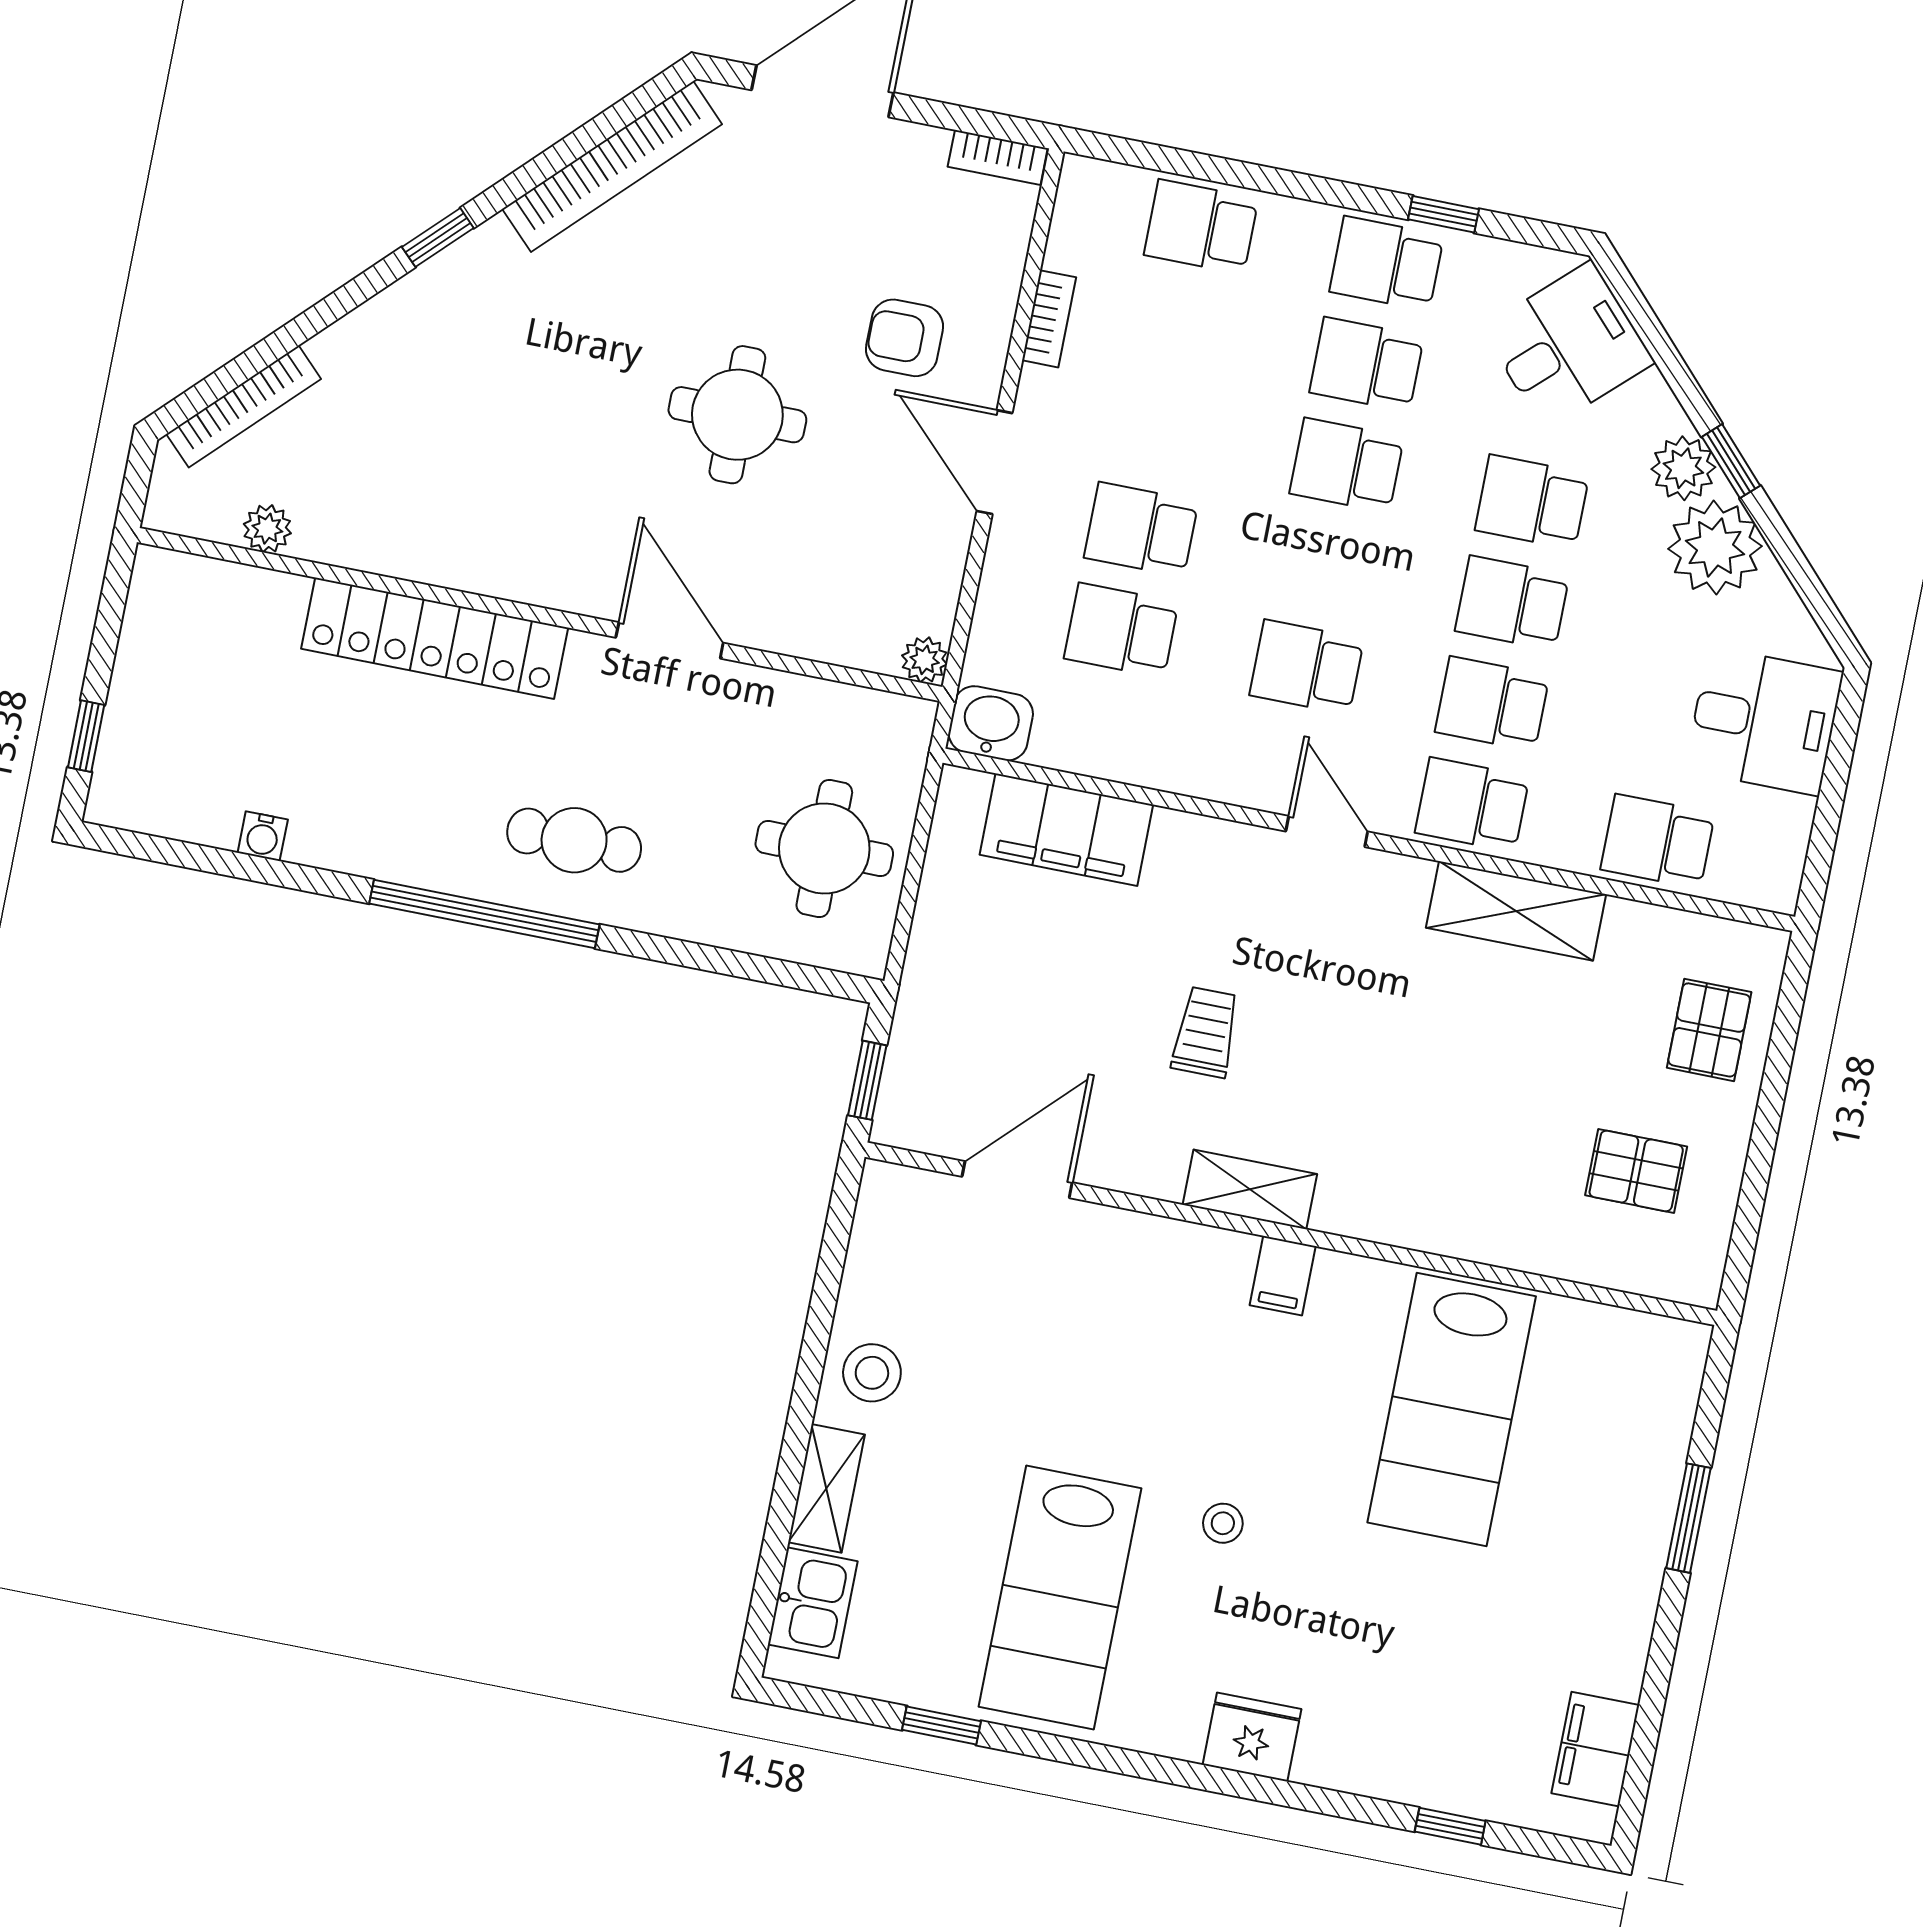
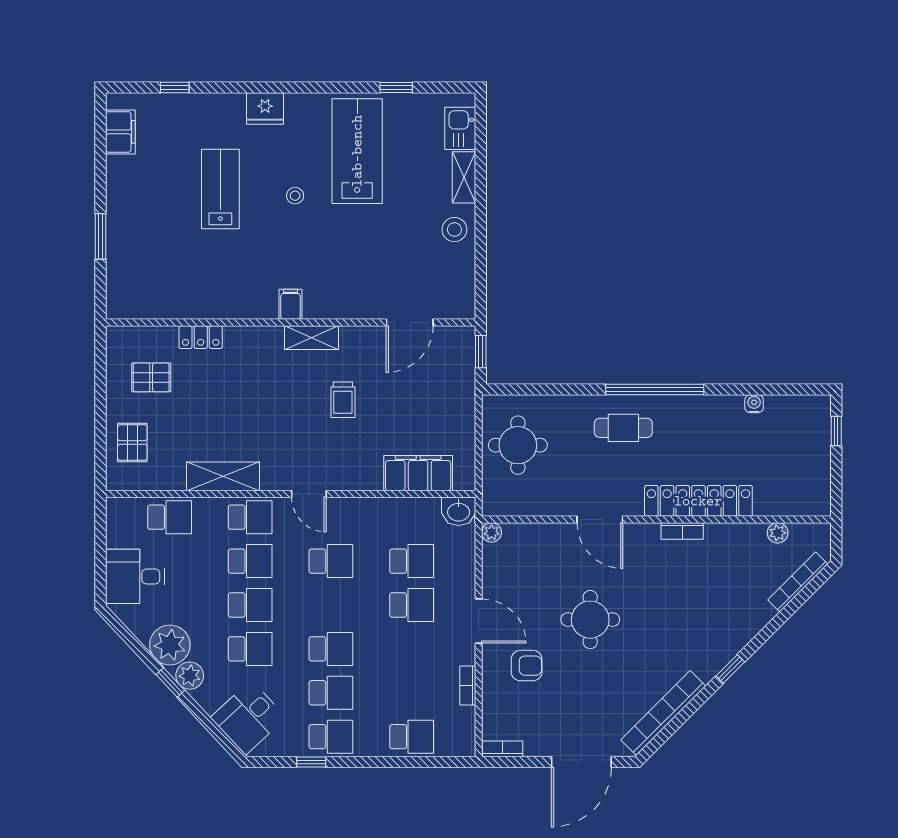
bookcase: (486, 577) -> (682, 531), added
locker: (1504, 1241) -> (201, 337), added
lab bench: (1452, 1409) -> (220, 189), moved, width x0.73, depth x0.72

